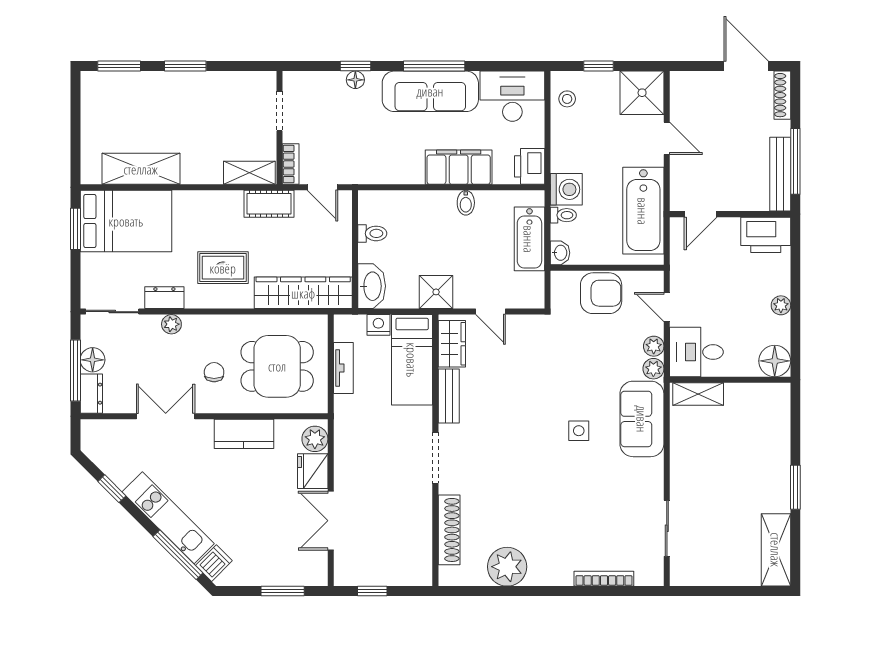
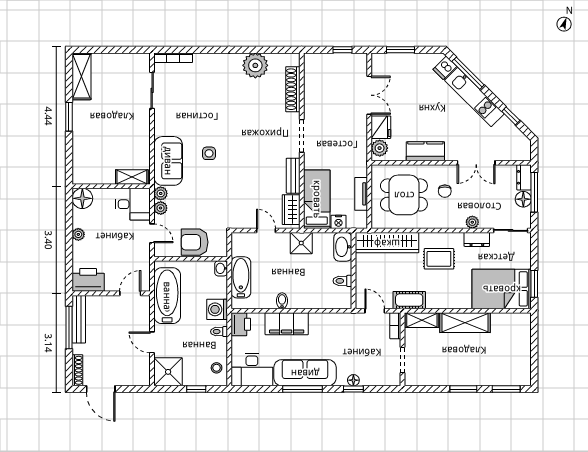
shelving: (141, 169) -> (465, 323), moved
toilet: (563, 215) -> (219, 332), moved
bookcase: (604, 579) -> (173, 58), moved

